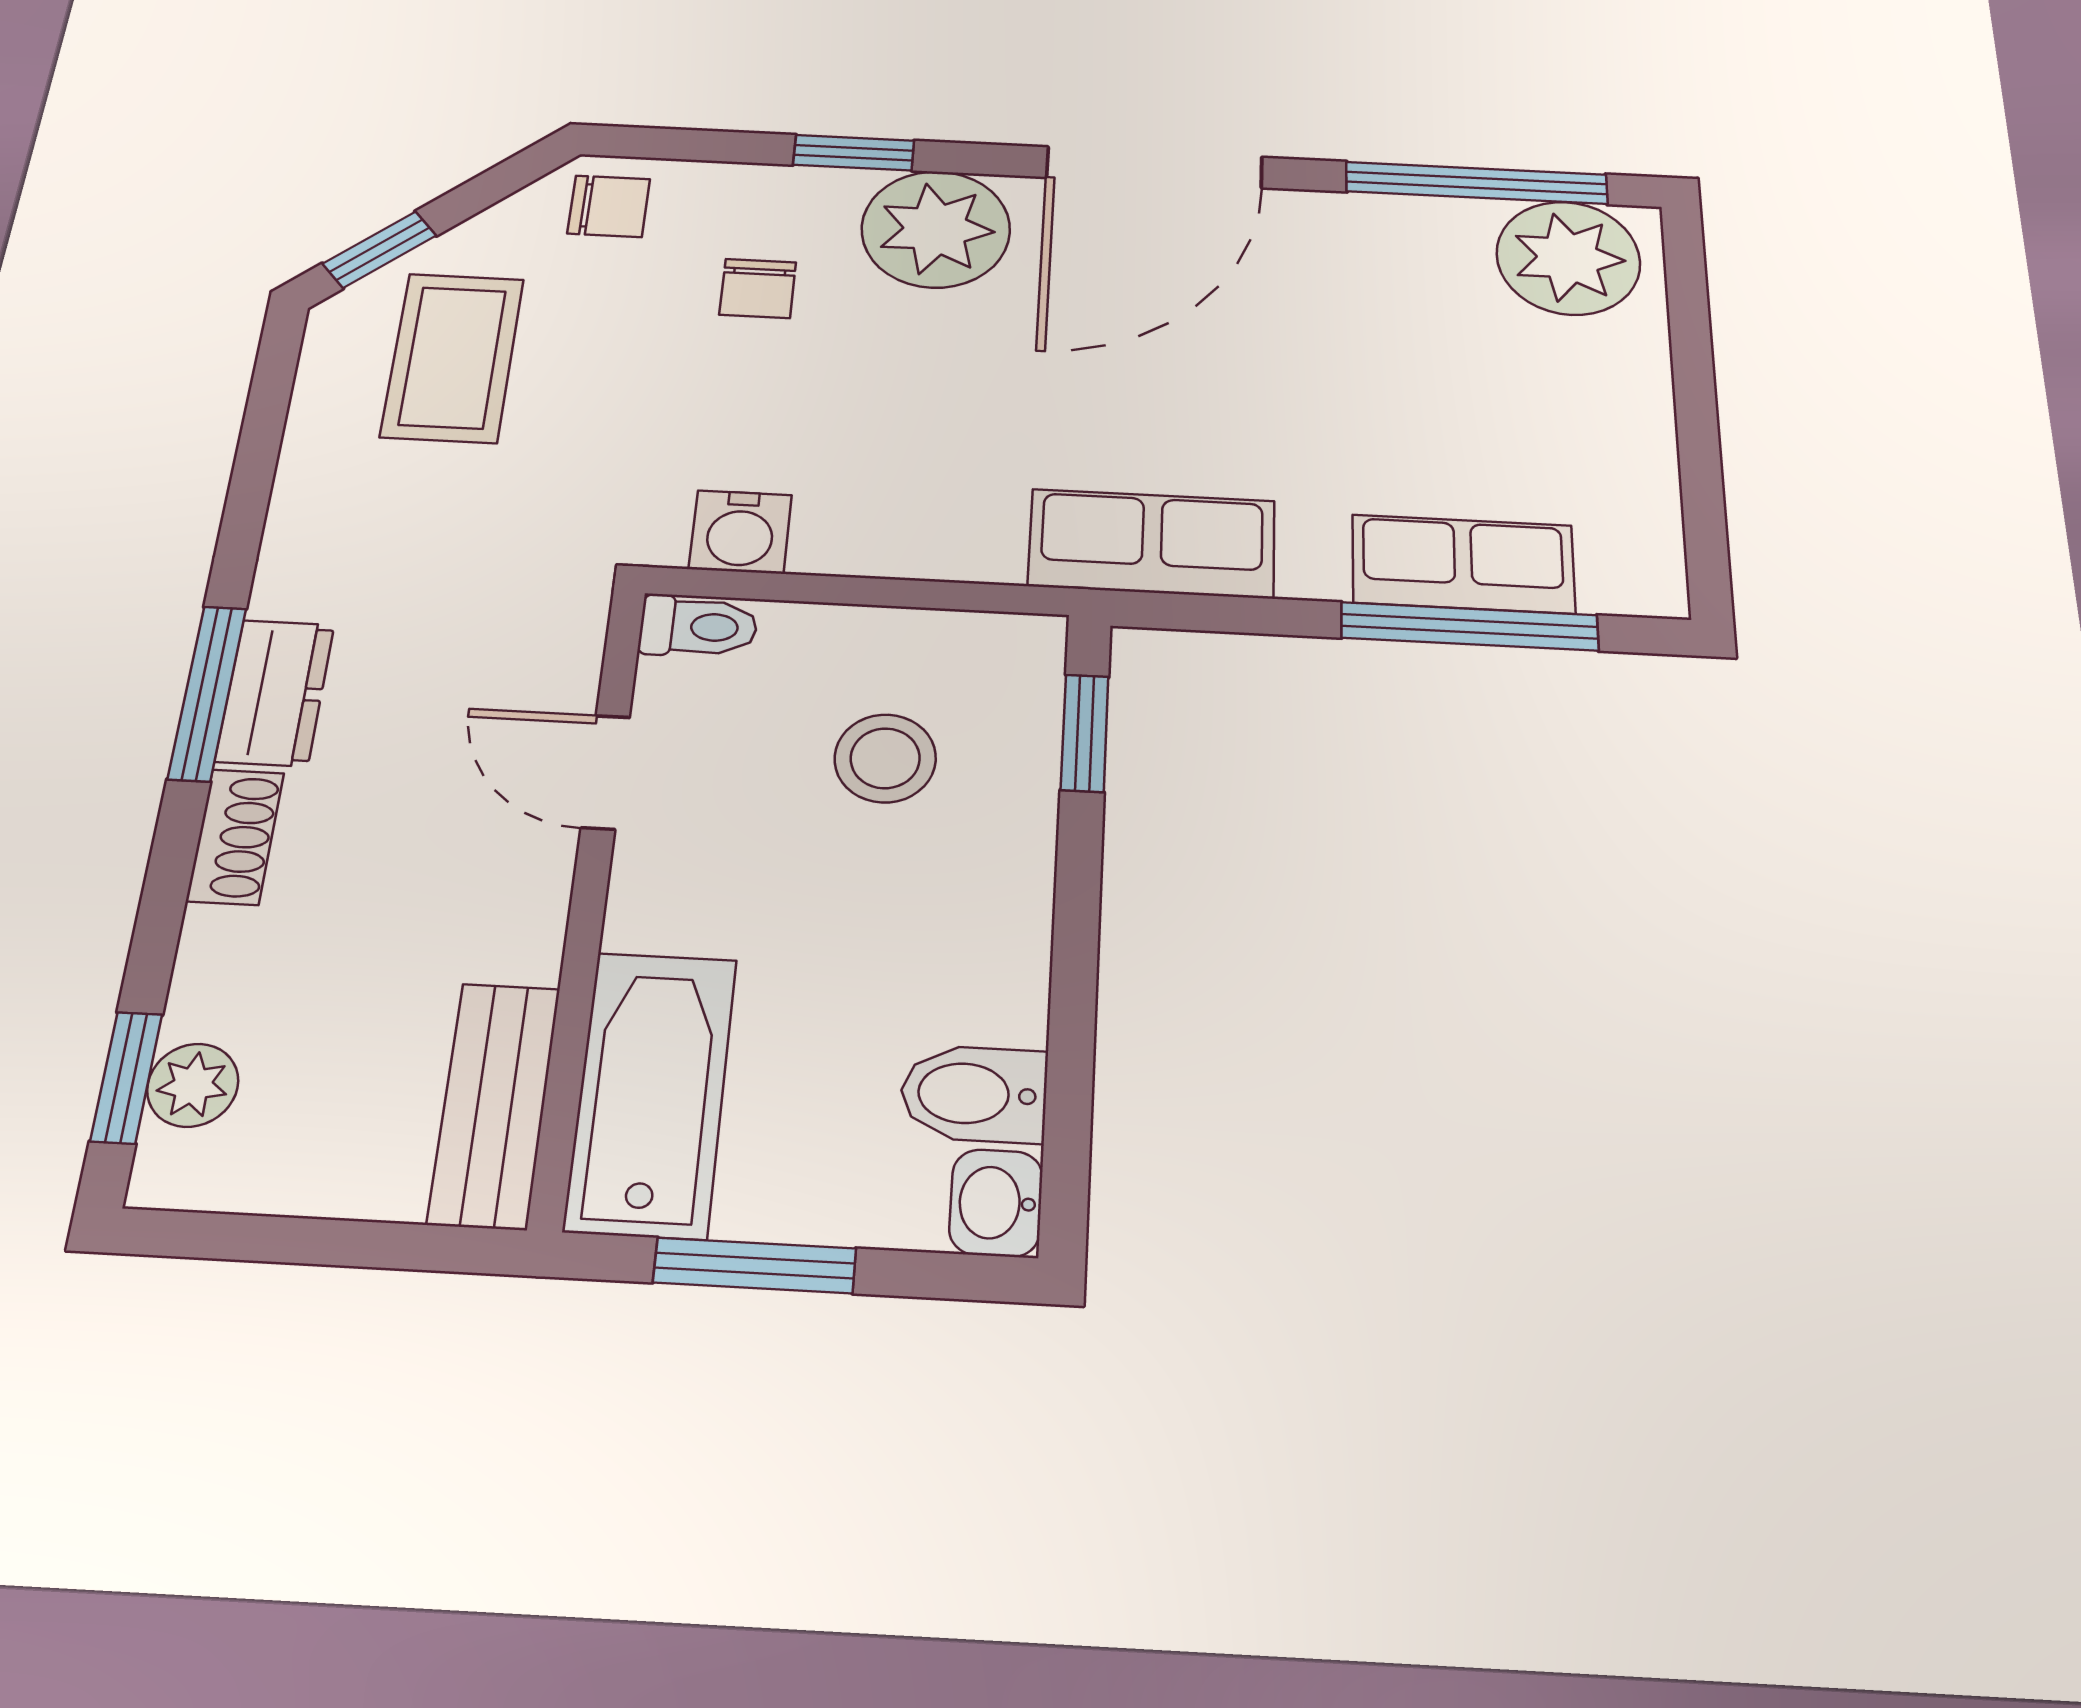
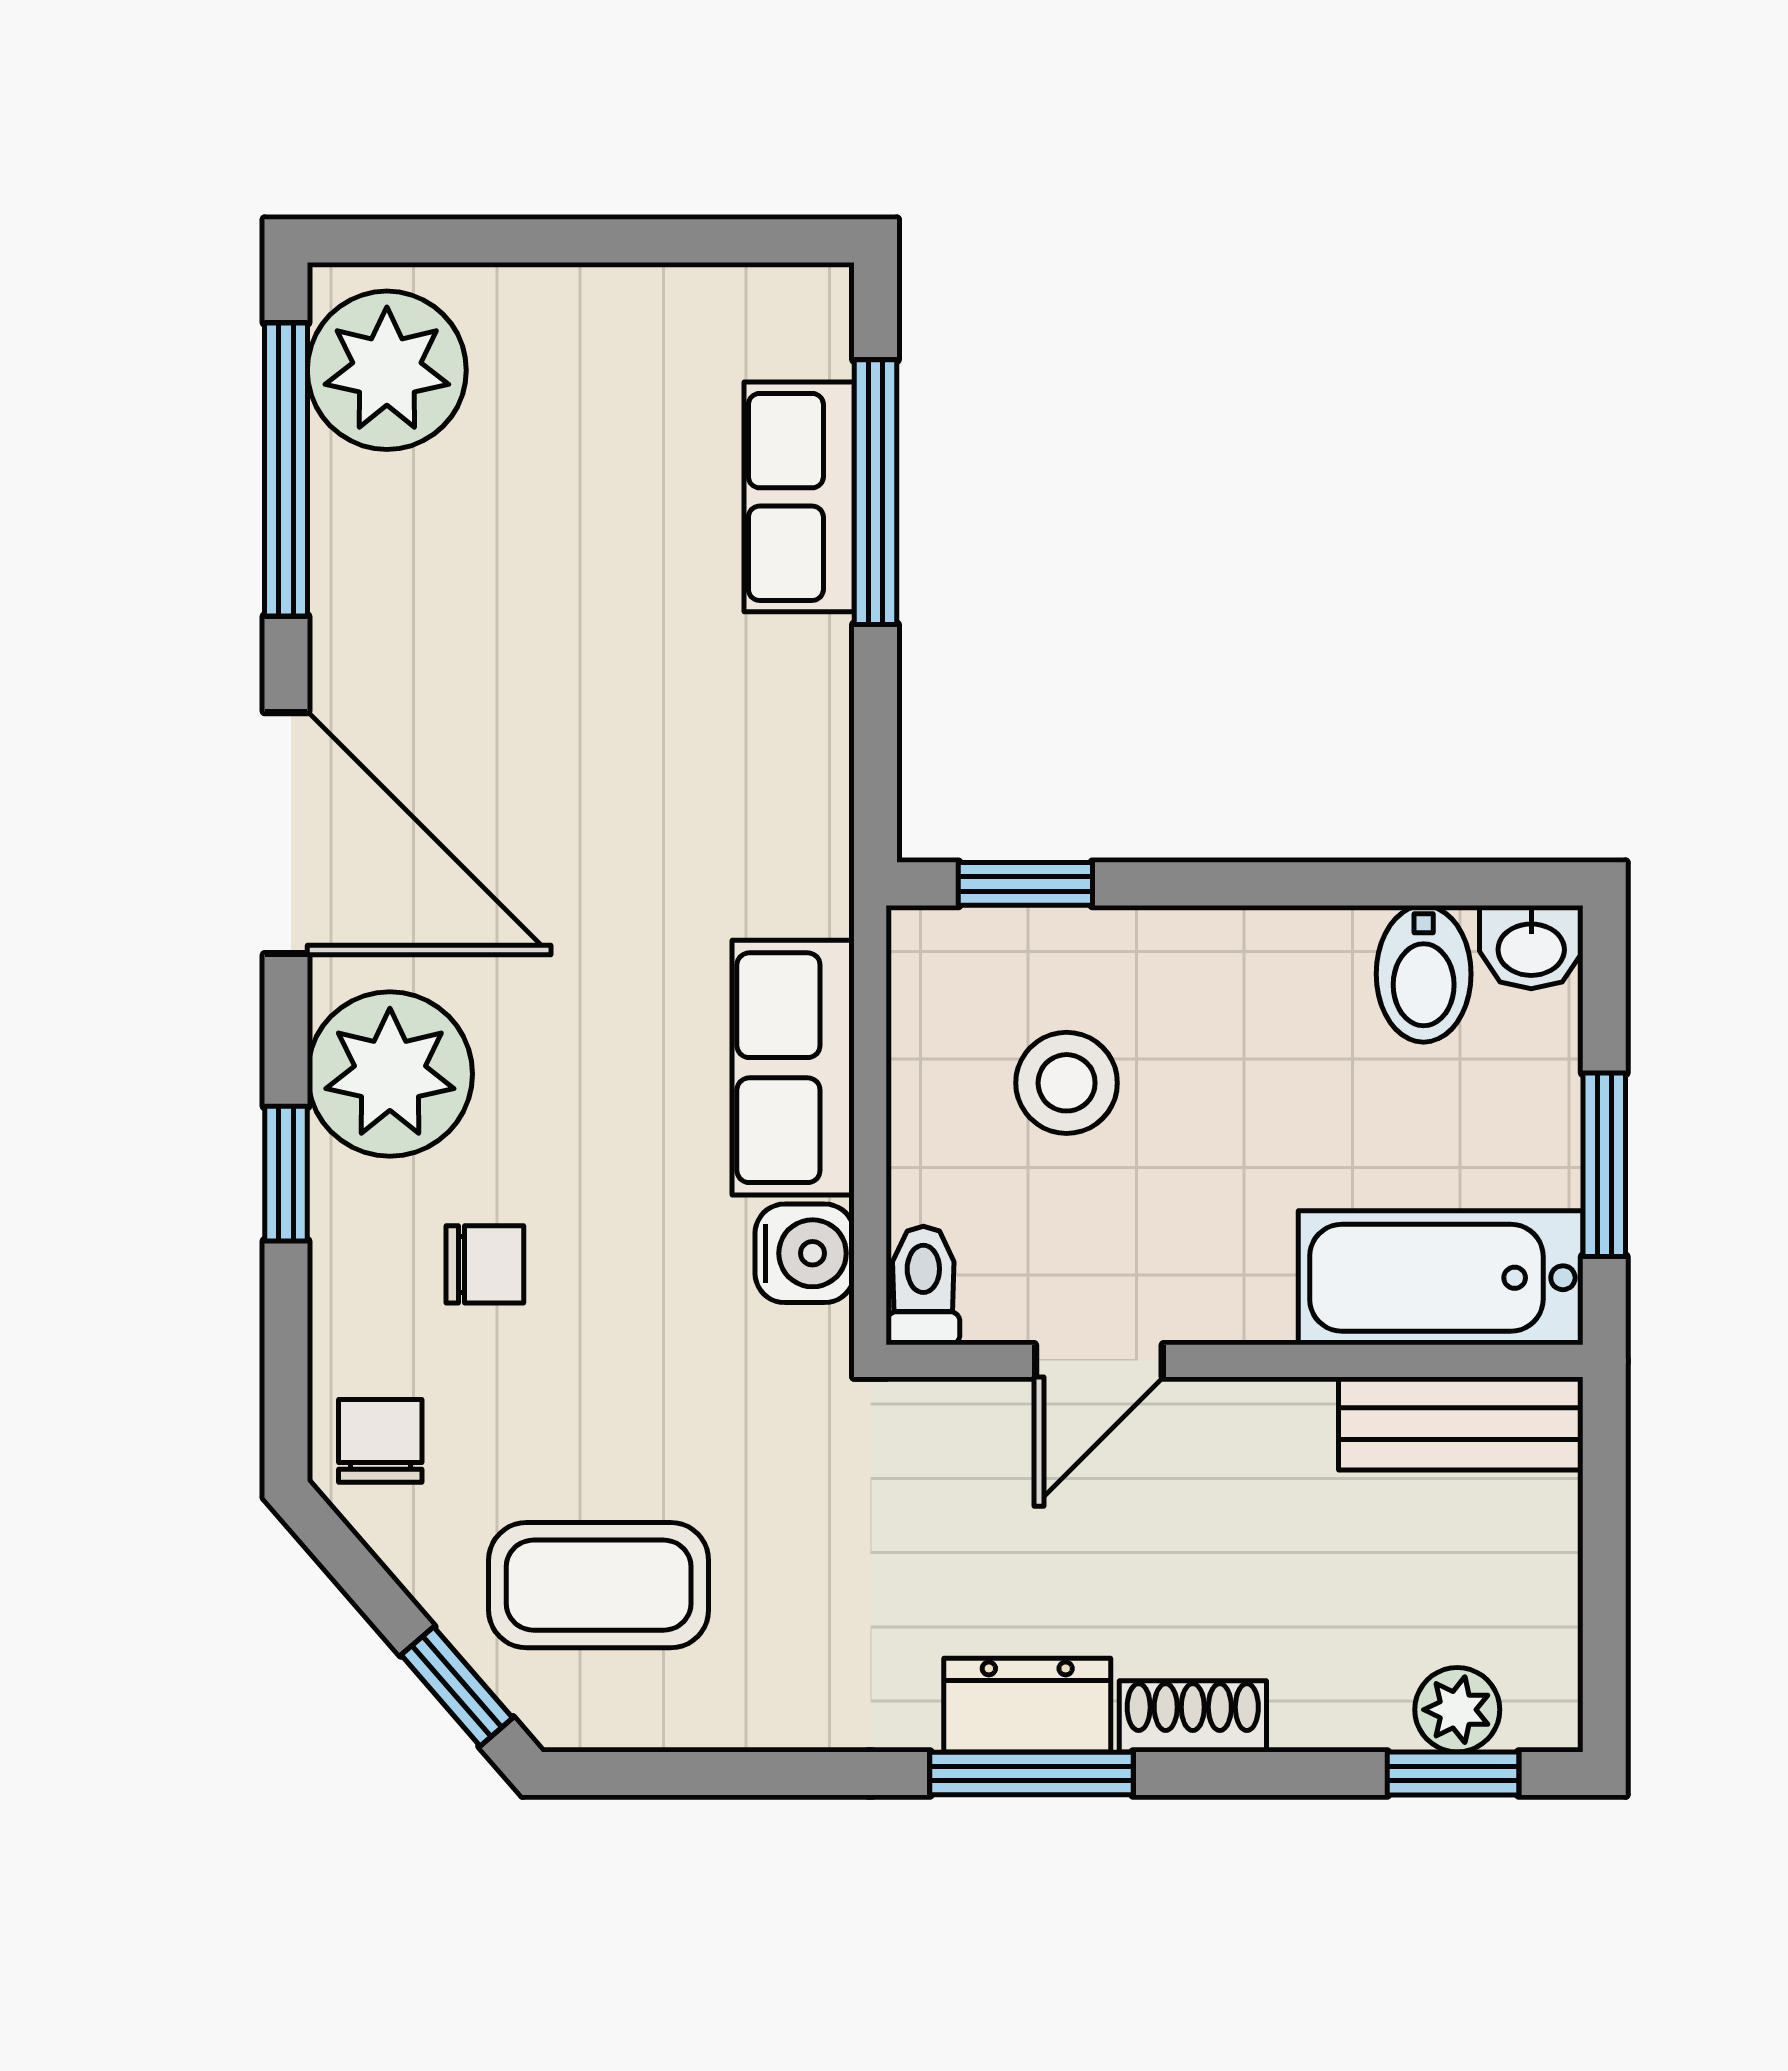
row of seats: (1152, 543) -> (793, 1068), moved

